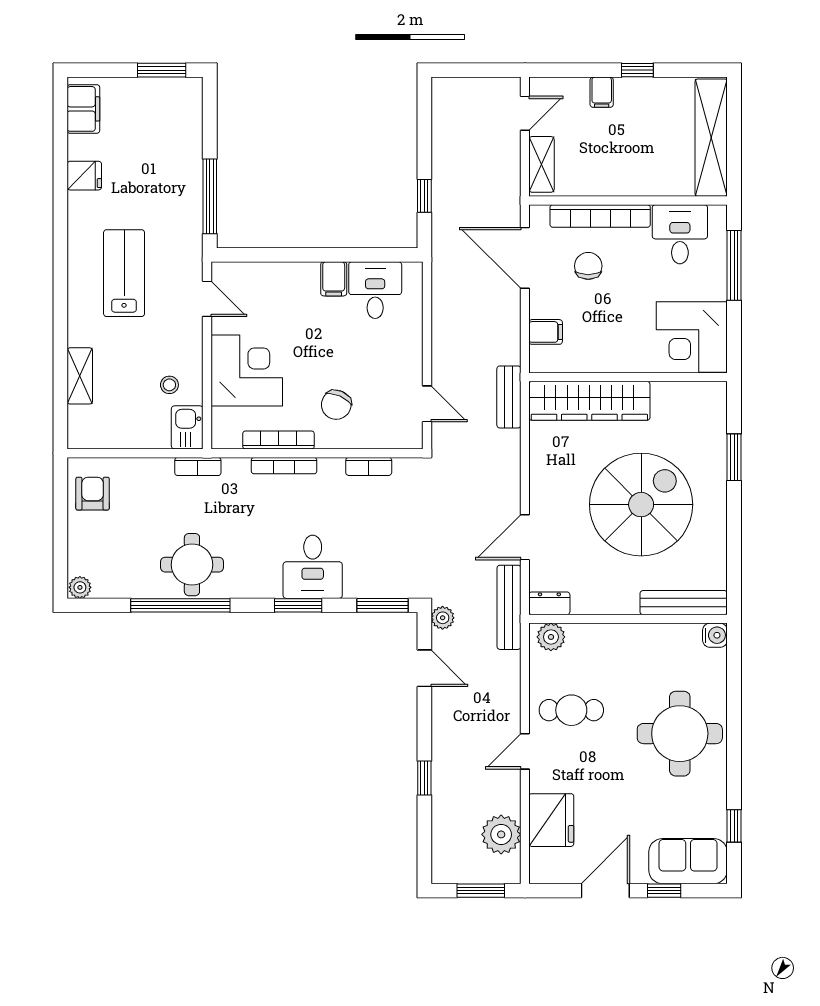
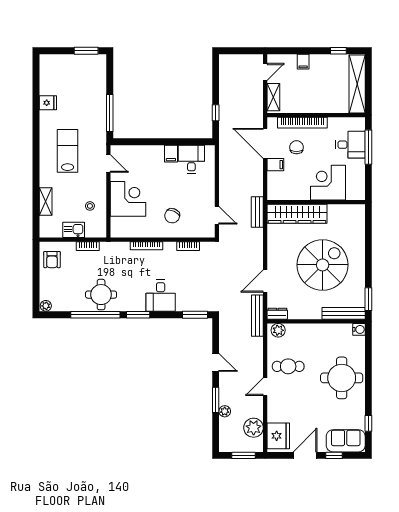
window: (637, 70) -> (338, 51), moved
filing cabinet: (83, 109) -> (47, 70), removed
desk: (680, 234) -> (350, 145), moved, turned 90
filing cabinet: (546, 332) -> (275, 165), moved
corner desk: (692, 337) -> (328, 183), moved, turned 90
kitchen sink: (187, 427) -> (74, 230), moved, turned 90
bookcase: (278, 440) -> (144, 233), removed
window: (734, 457) -> (368, 299), moved
bookcase: (198, 466) -> (88, 246), moved
armchair: (93, 494) -> (52, 260), turned 180
window: (298, 605) -> (138, 315), moved
plant: (443, 618) -> (225, 411), moved
door: (424, 668) -> (216, 362), moved
window: (424, 778) -> (216, 400), width x1.50
fridge: (551, 820) -> (278, 436), moved

